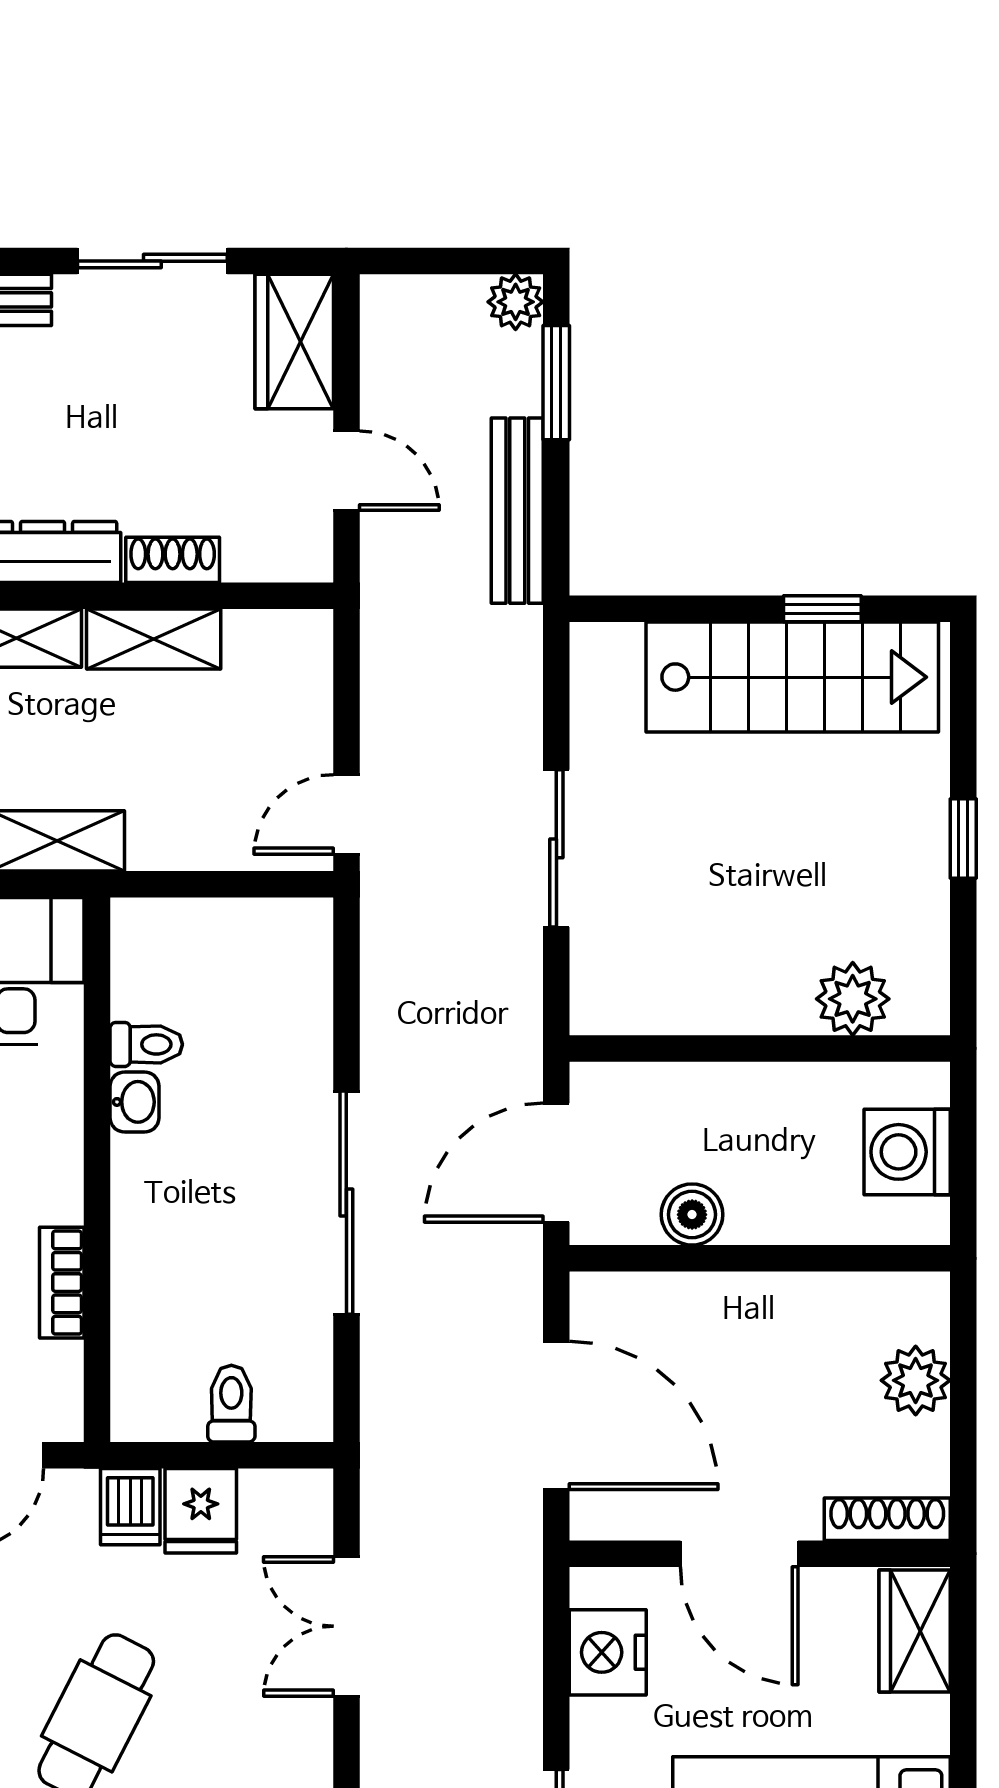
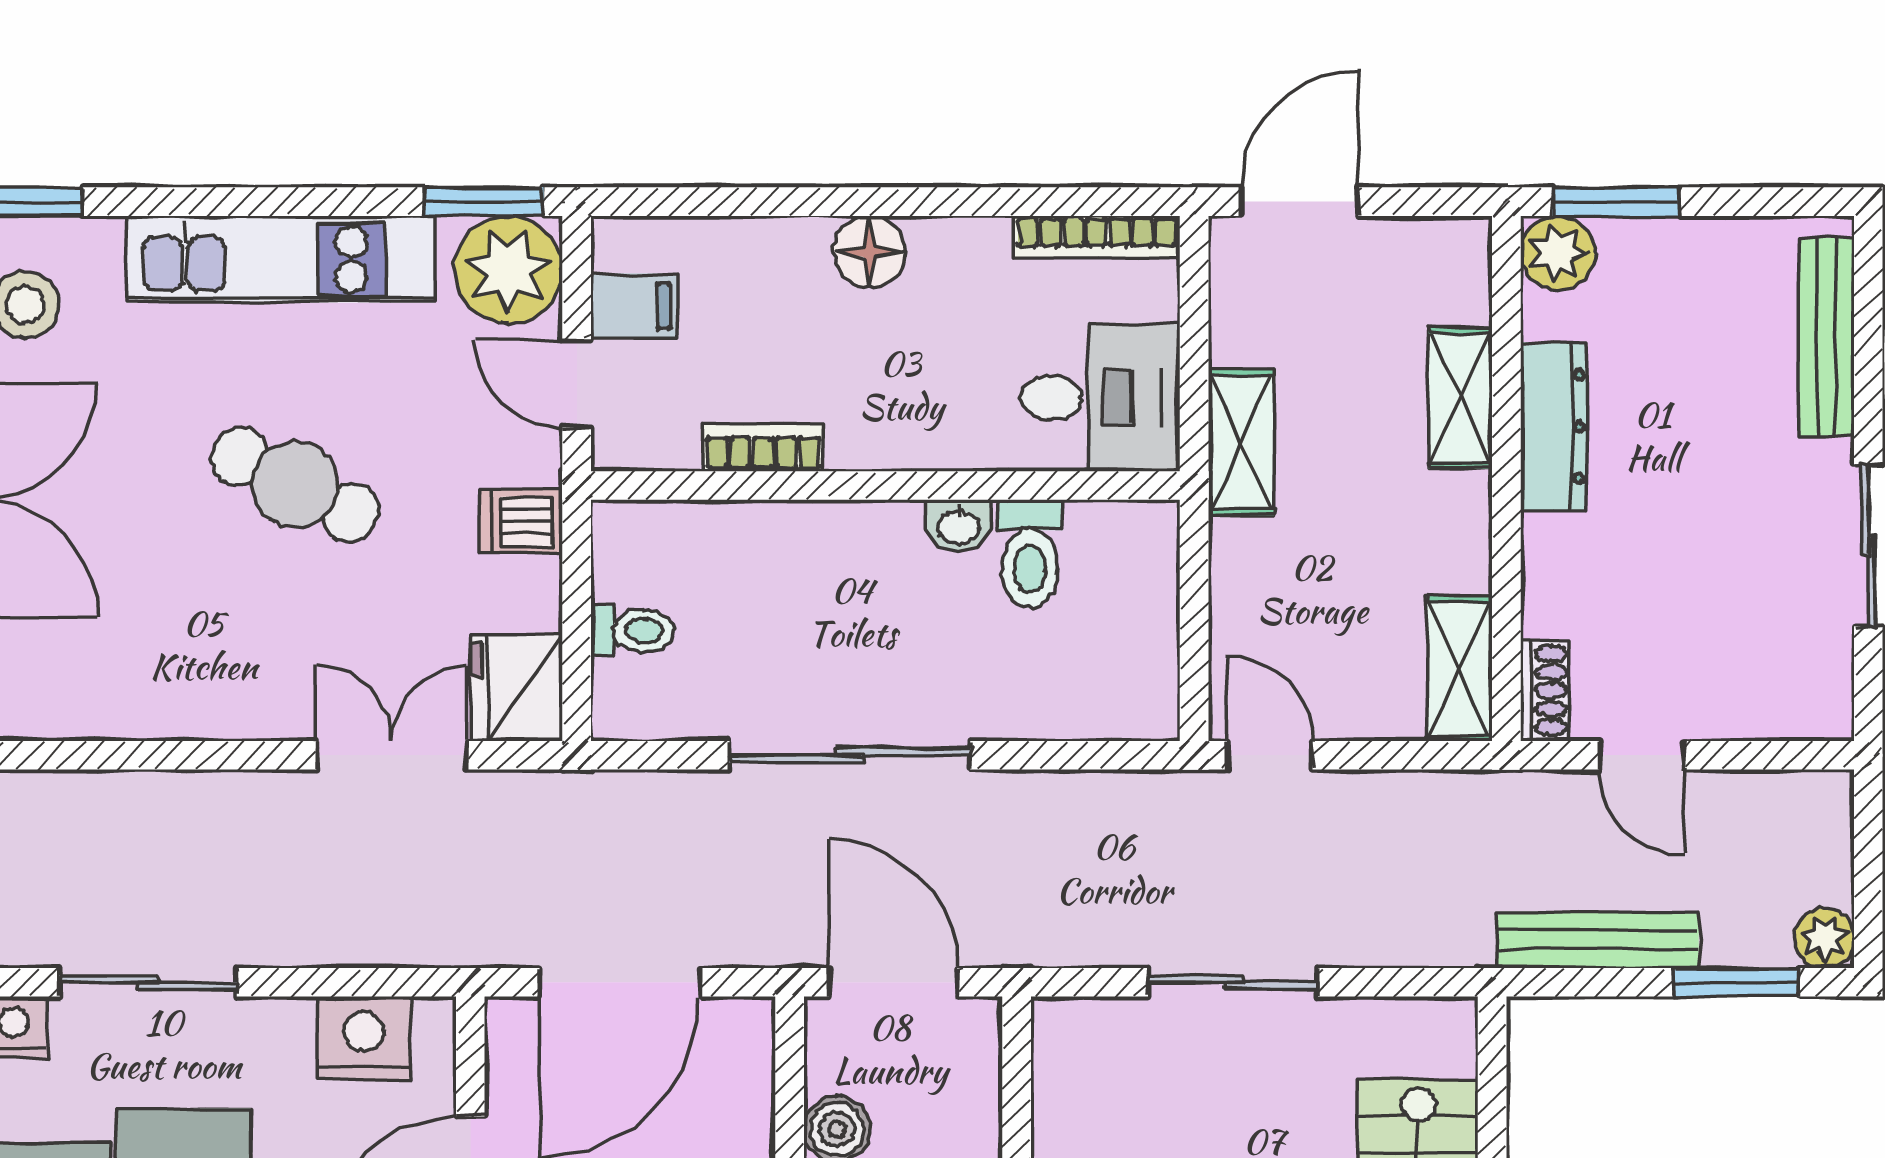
wardrobe: (294, 342) -> (1781, 699), removed
door: (346, 471) -> (1642, 755), hinge flipped
shoe rack: (173, 560) -> (1545, 691), moved
shelving: (154, 639) -> (1460, 669), moved
toilet: (146, 1044) -> (1030, 554), width x1.37, depth x1.39
fridge: (201, 1511) -> (517, 688), moved, width x1.38

